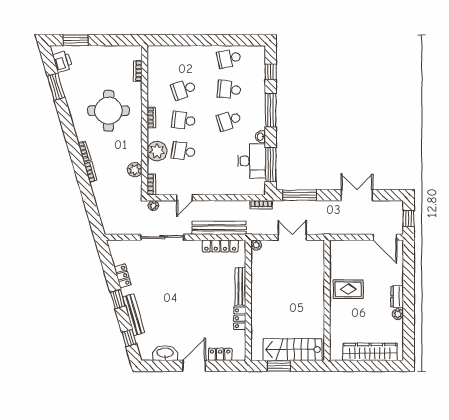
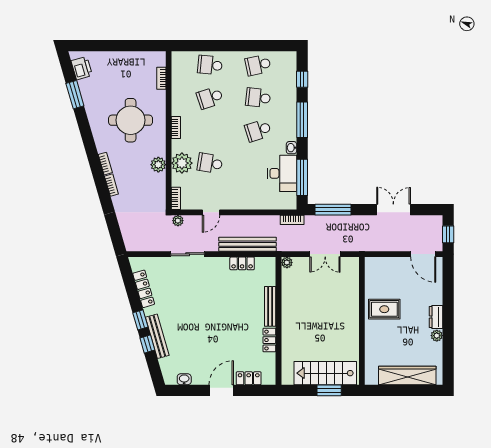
window: (76, 40) -> (96, 46), removed
school desk: (184, 120) -> (210, 65), moved
plant: (135, 170) -> (158, 165), moved
sliding door: (162, 237) -> (188, 254), width x0.73
double door: (292, 237) -> (325, 254), swing flipped
locker: (220, 246) -> (242, 263), width x0.66
locker: (123, 276) -> (144, 289), width x1.53
window: (129, 338) -> (147, 344), moved
washbasin: (165, 353) -> (184, 379), width x0.52, depth x0.69
window: (279, 366) -> (329, 390), moved

